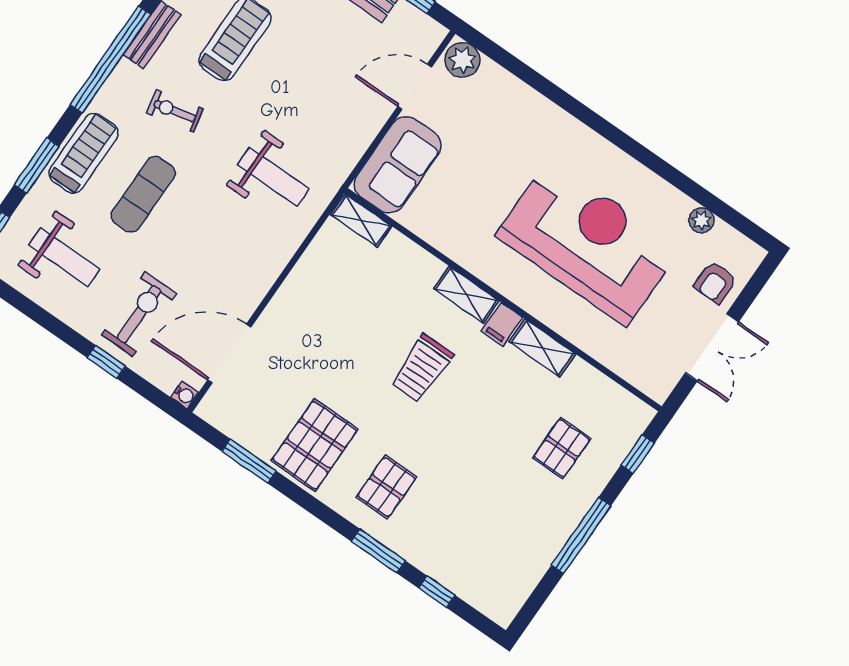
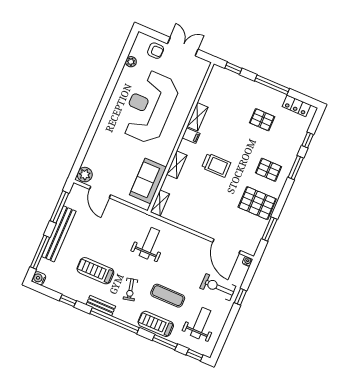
sofa: (398, 165) -> (148, 181), moved, turned -90
shelving: (466, 295) -> (177, 165), moved
pallet: (562, 448) -> (262, 120), moved
locker: (521, 582) -> (296, 106), added

